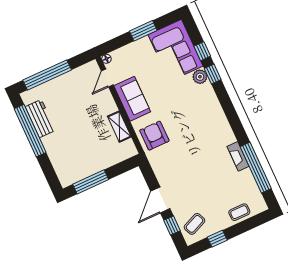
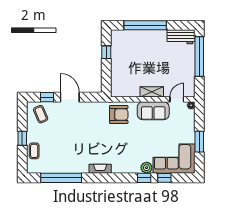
door: (107, 78) -> (177, 99), hinge flipped
workbench: (40, 118) -> (181, 37), moved
shelving: (119, 127) -> (152, 92), moved
window: (30, 131) -> (145, 25), moved
fireplace: (238, 156) -> (100, 169), moved
window: (91, 182) -> (106, 52), width x0.46
window: (217, 239) -> (22, 138), moved

